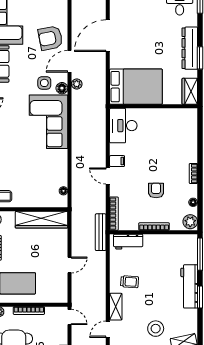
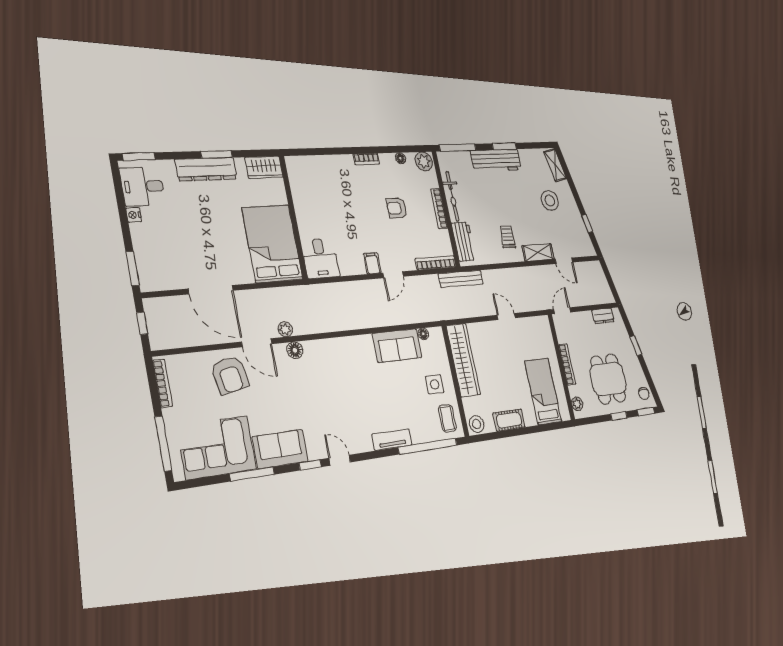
side table: (44, 83) -> (435, 384), moved
corner sofa: (49, 122) -> (342, 365), removed
desk: (123, 126) -> (320, 258), width x0.73
sofa: (57, 168) -> (397, 346), added
bicycle: (163, 240) -> (452, 196), added

